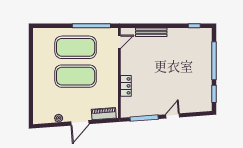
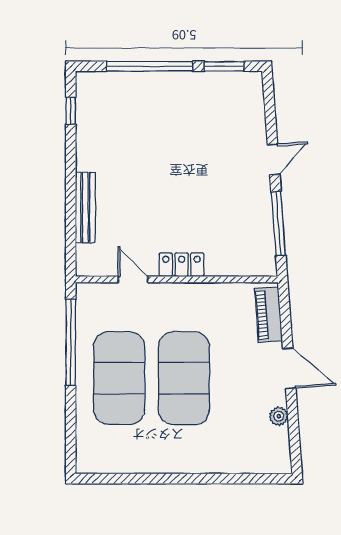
door: (119, 42) -> (133, 279), moved
locker: (126, 86) -> (182, 265), moved
door: (173, 116) -> (274, 159), swing flipped

